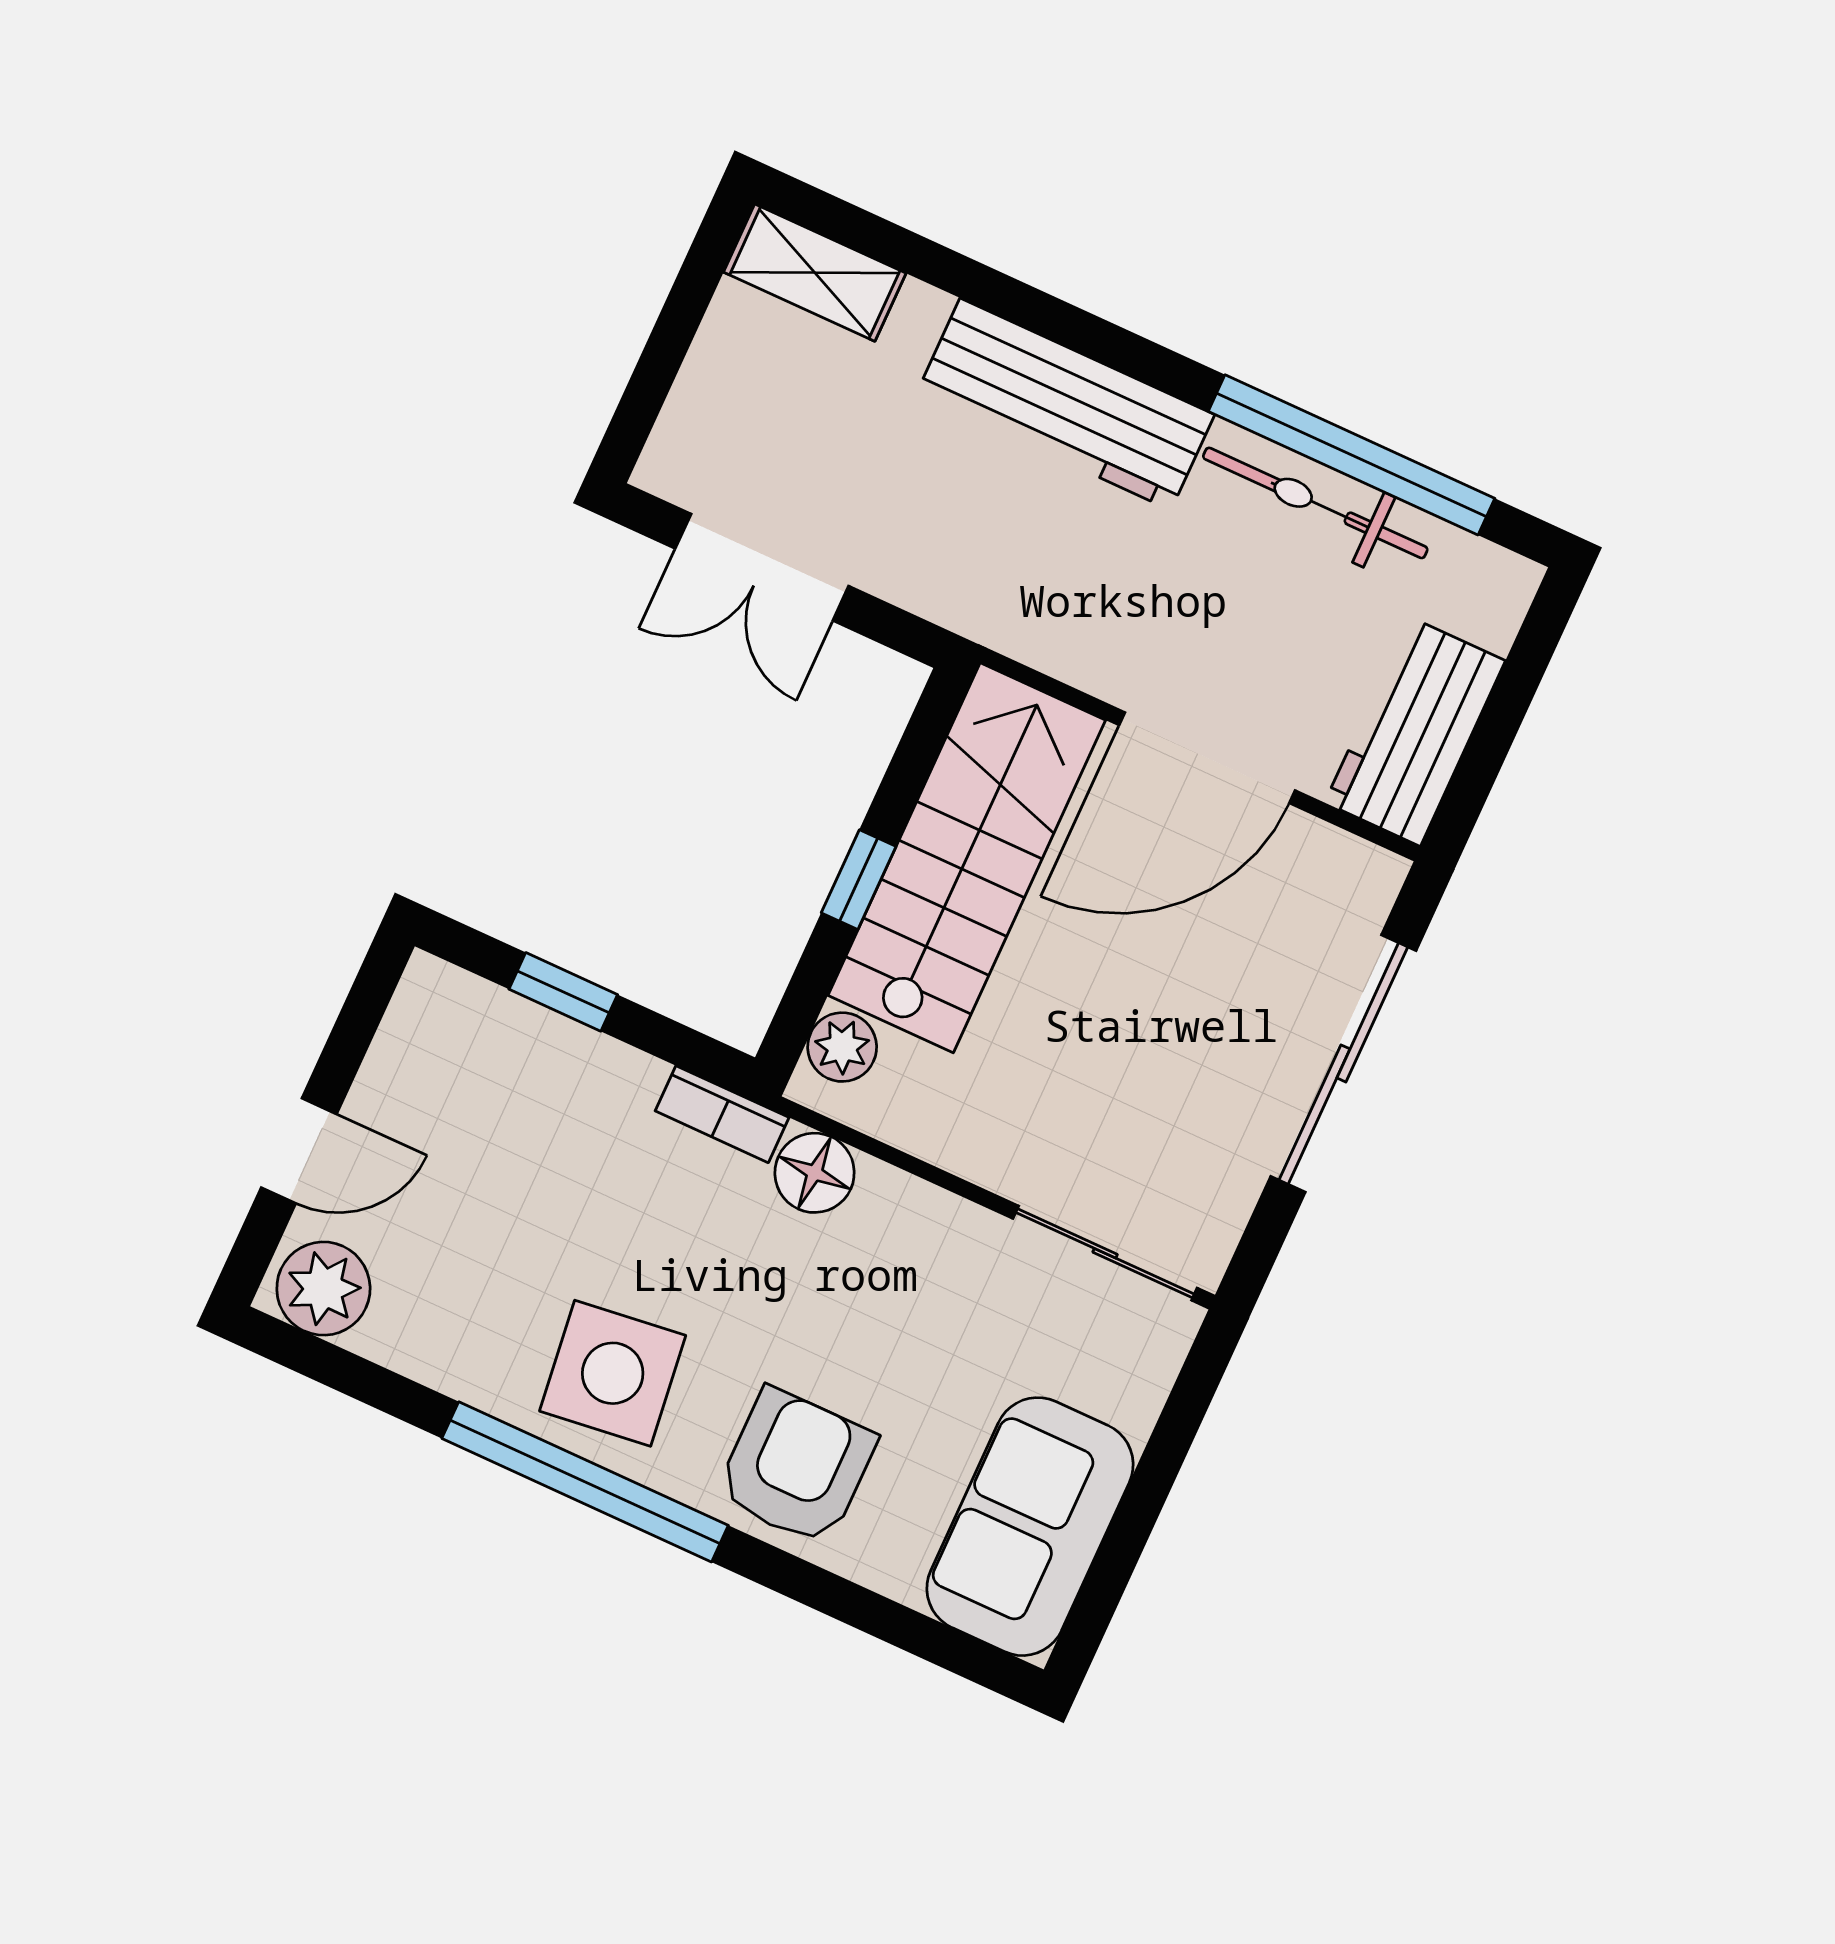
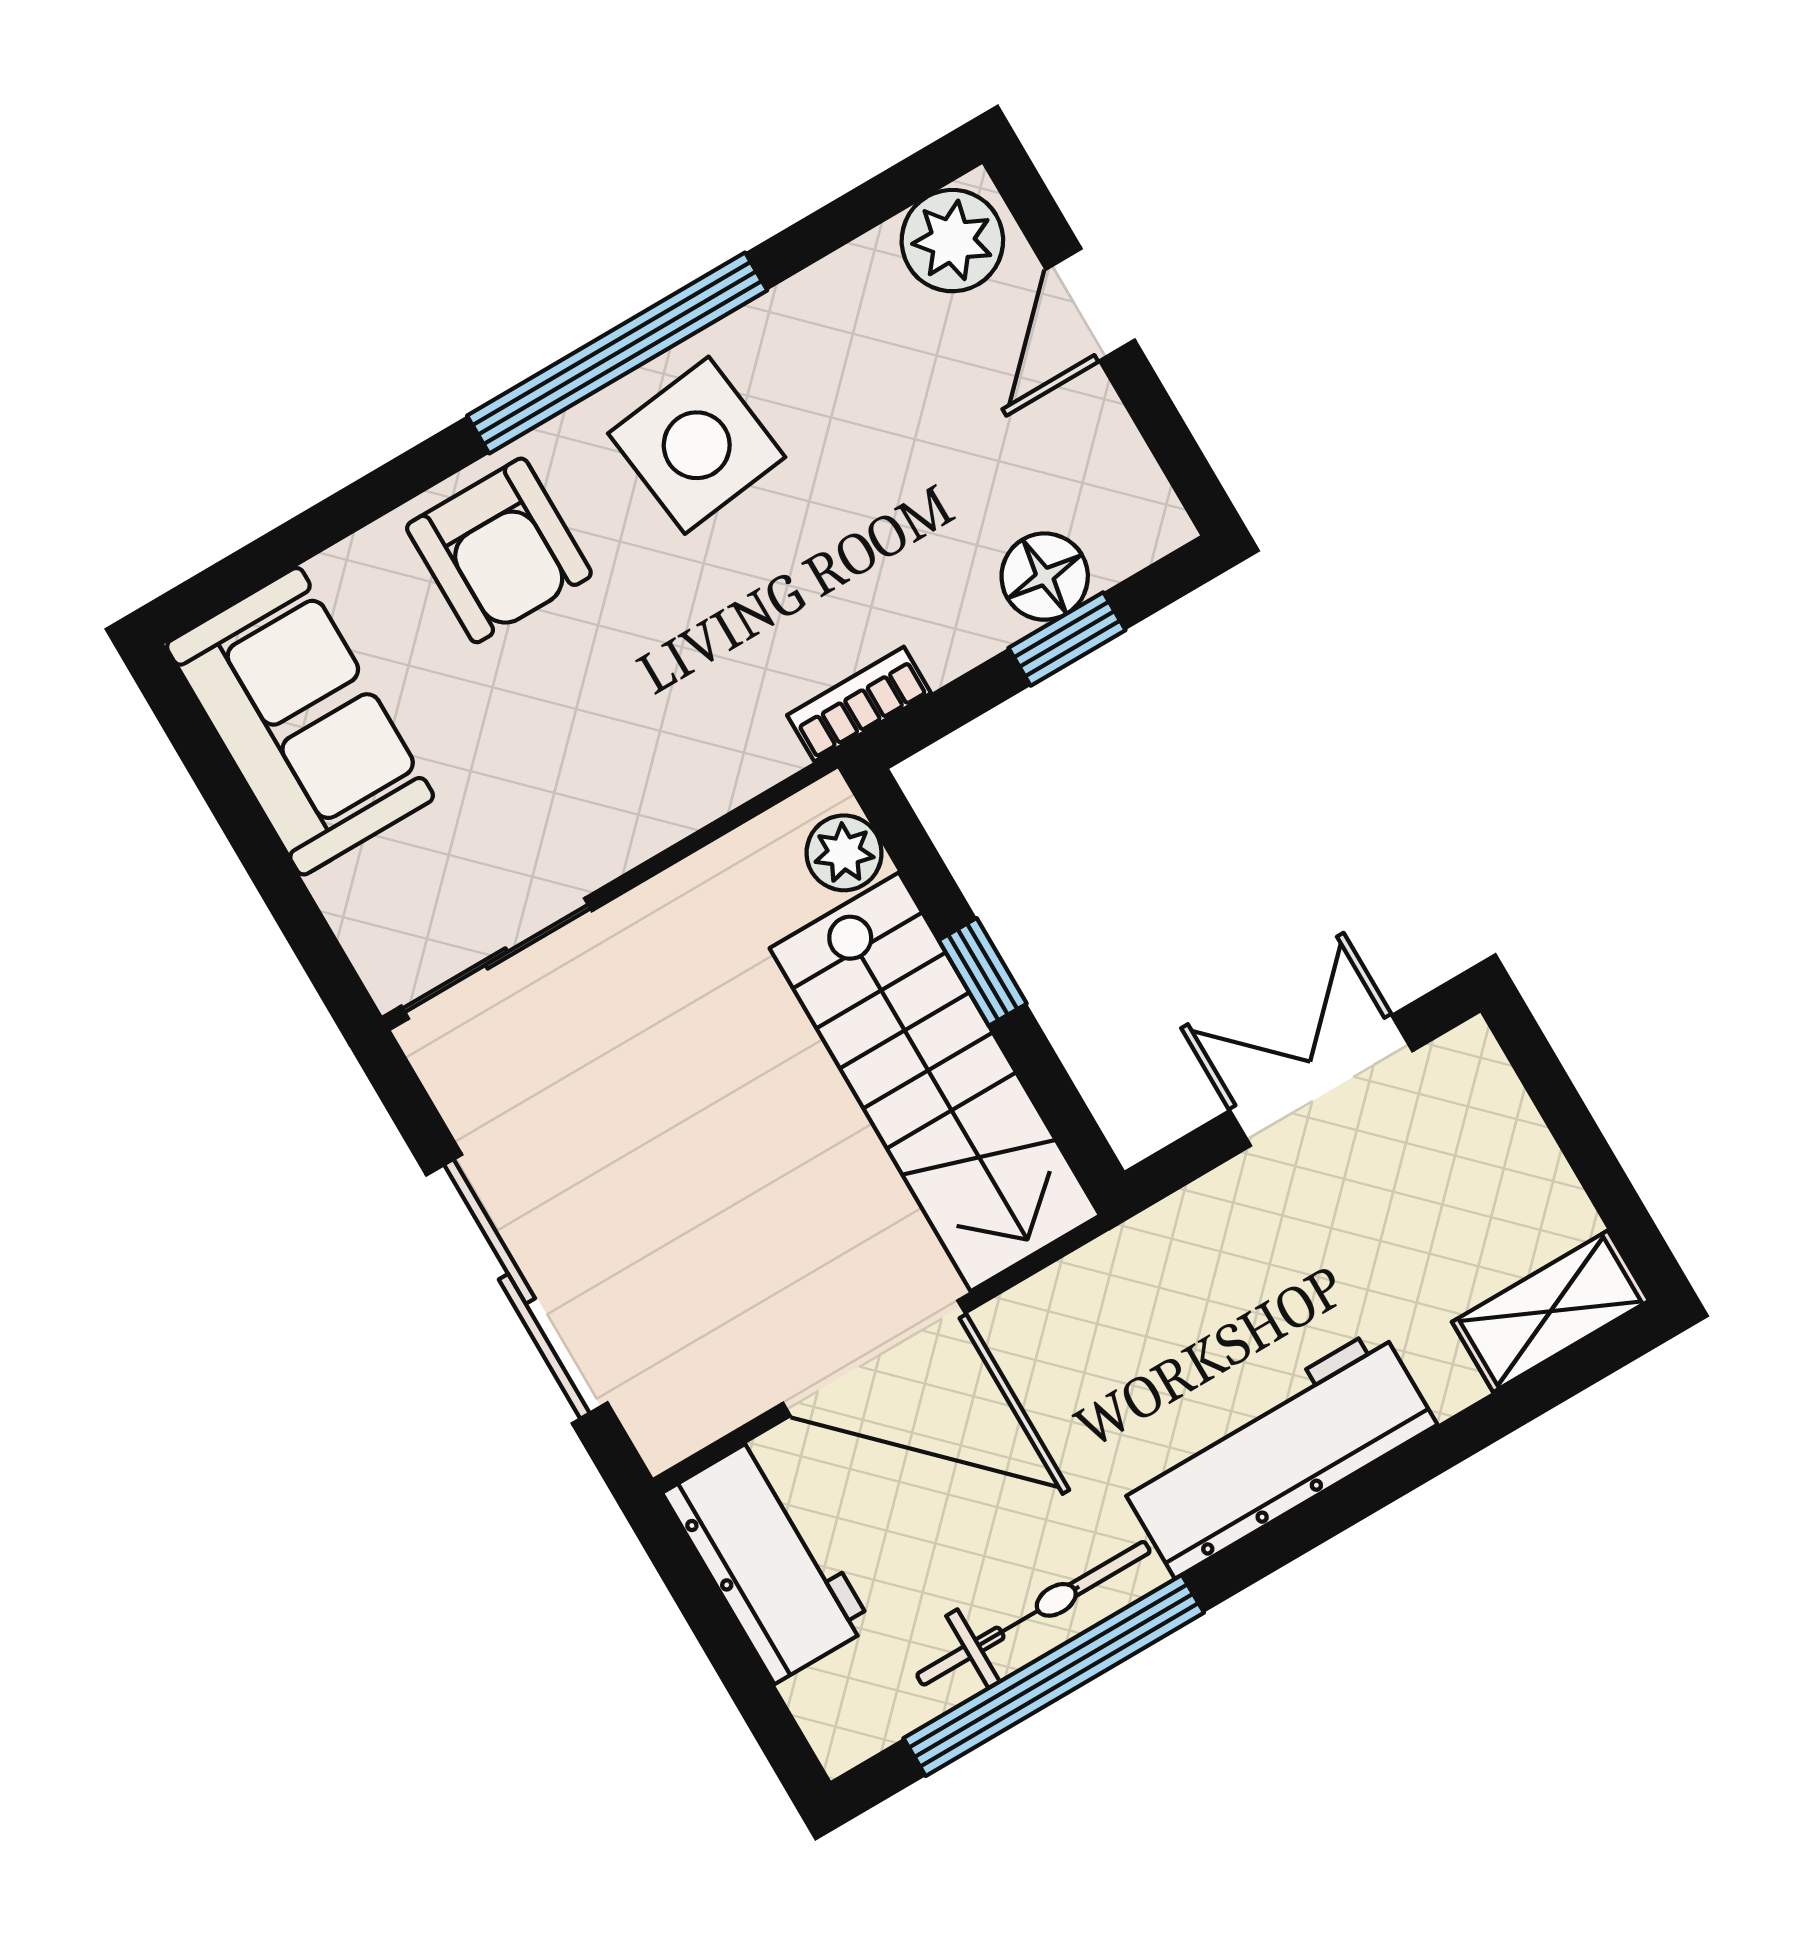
door: (1207, 758) -> (874, 1358), swing flipped
floor lamp: (815, 1173) -> (1045, 577), moved

